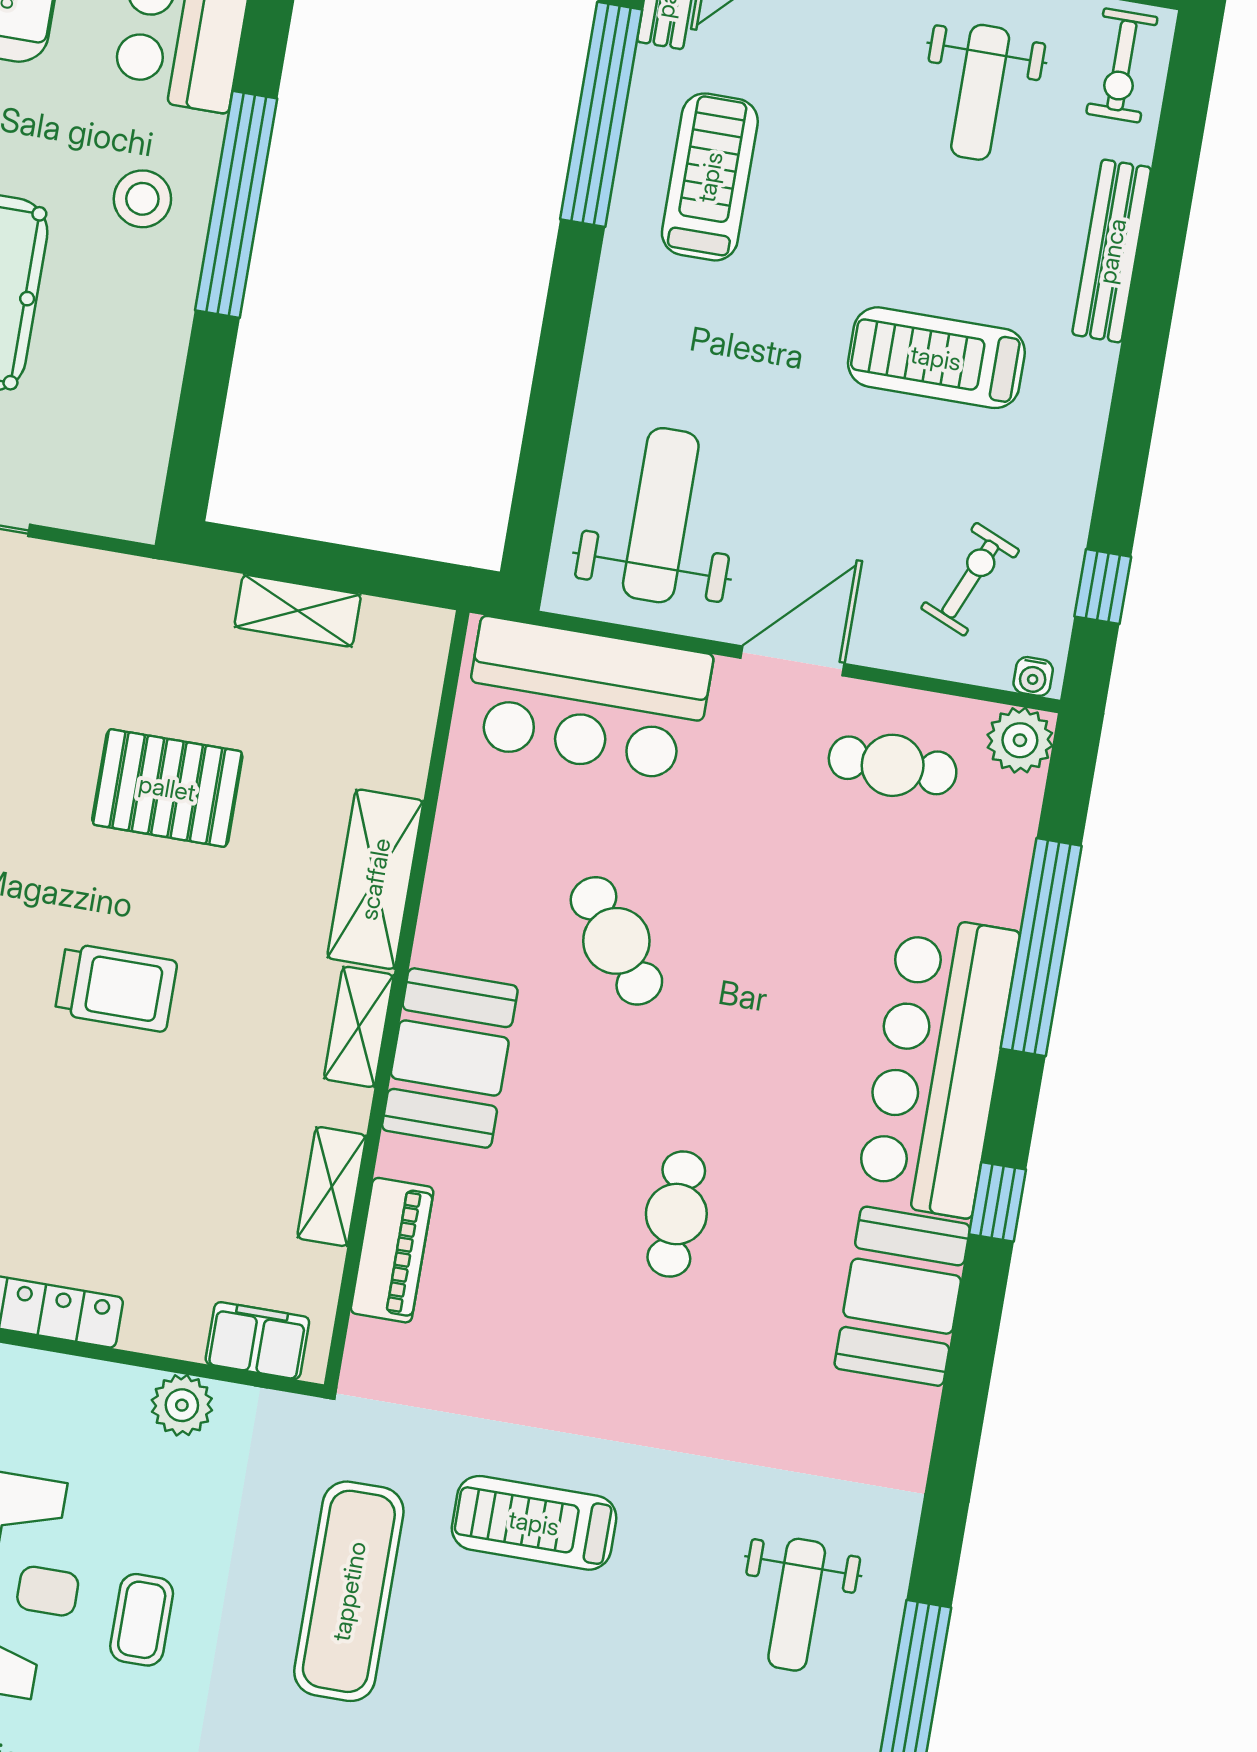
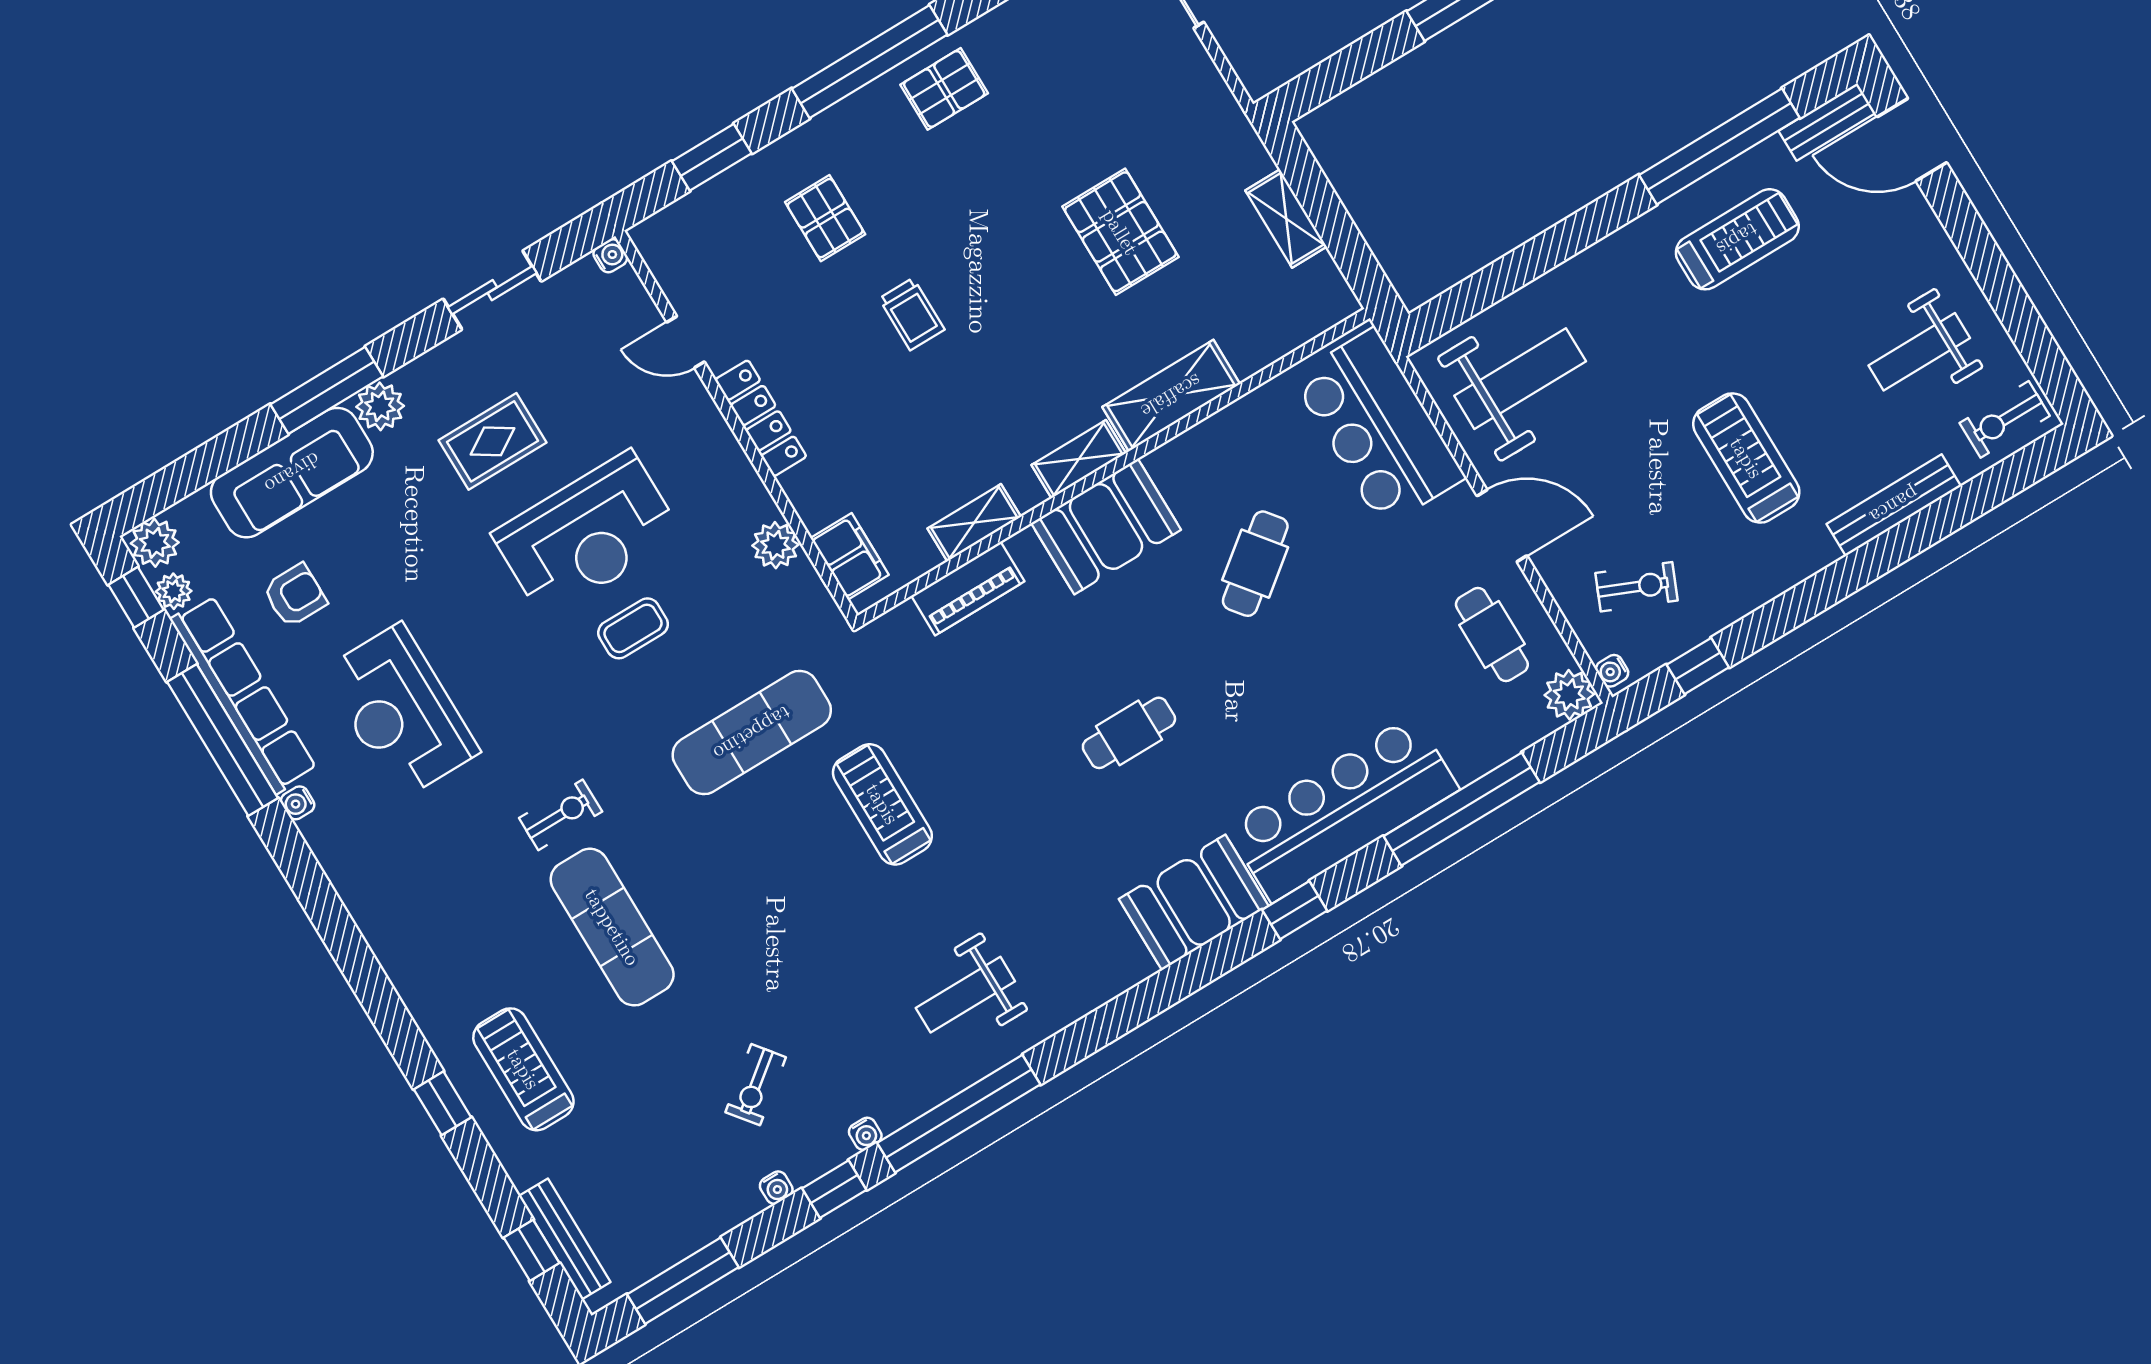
trolley: (116, 987) -> (912, 314), moved, width x0.73, depth x0.72

